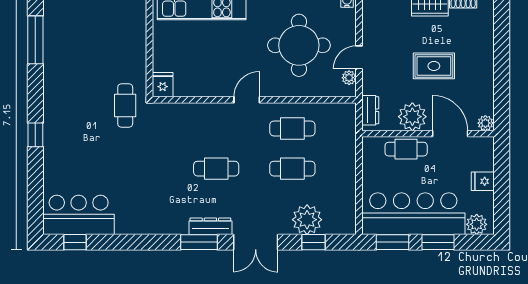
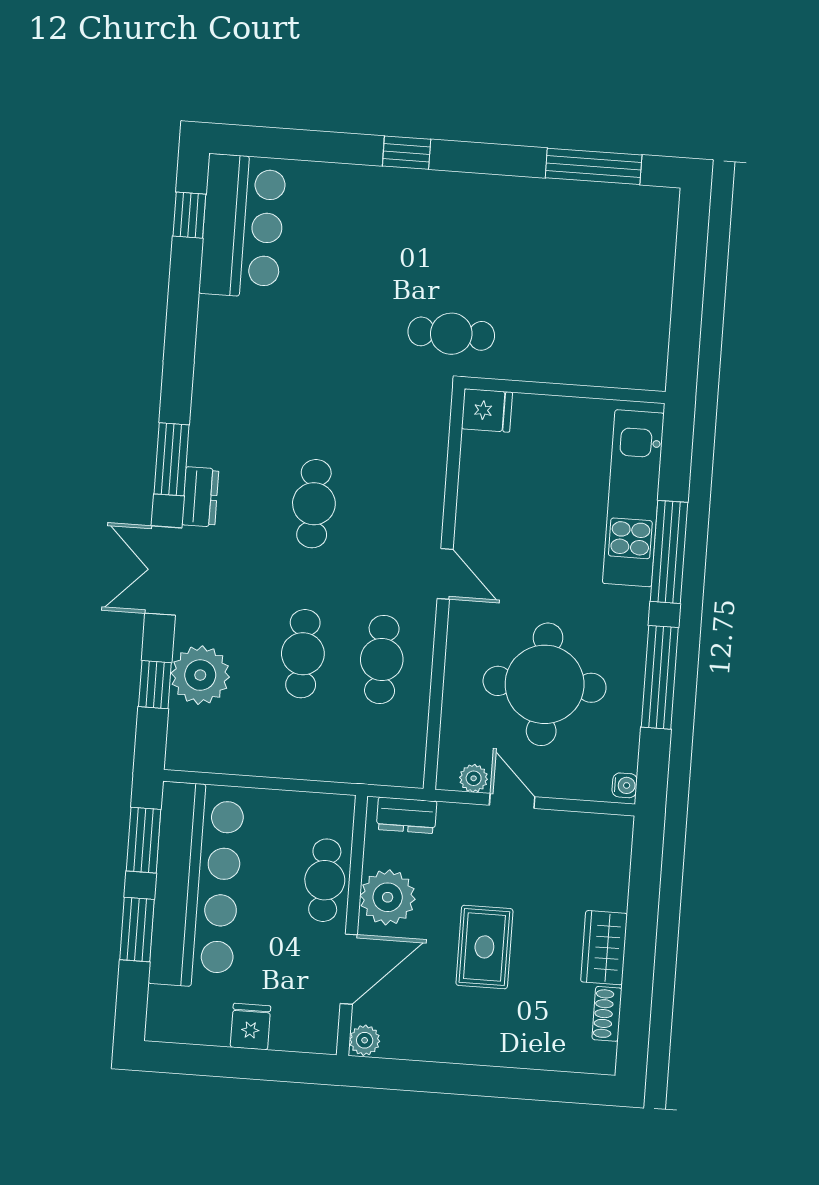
plant: (477, 224) -> (167, 1008), removed
dresser: (210, 226) -> (200, 497), width x0.70

